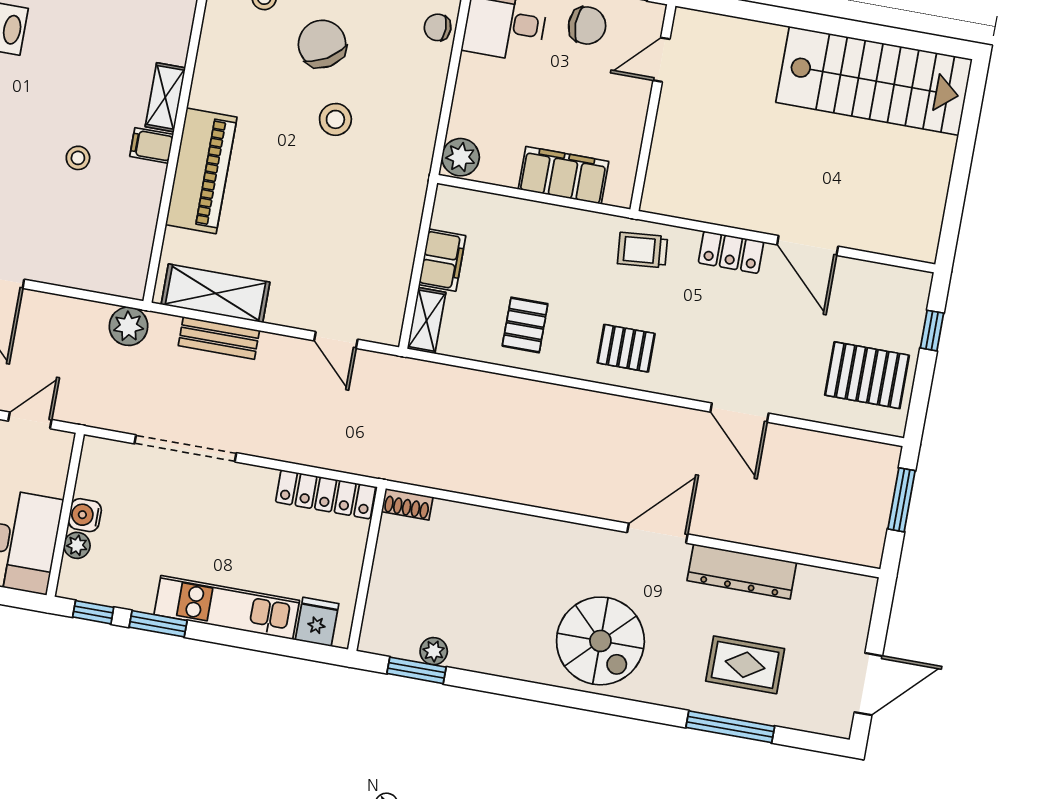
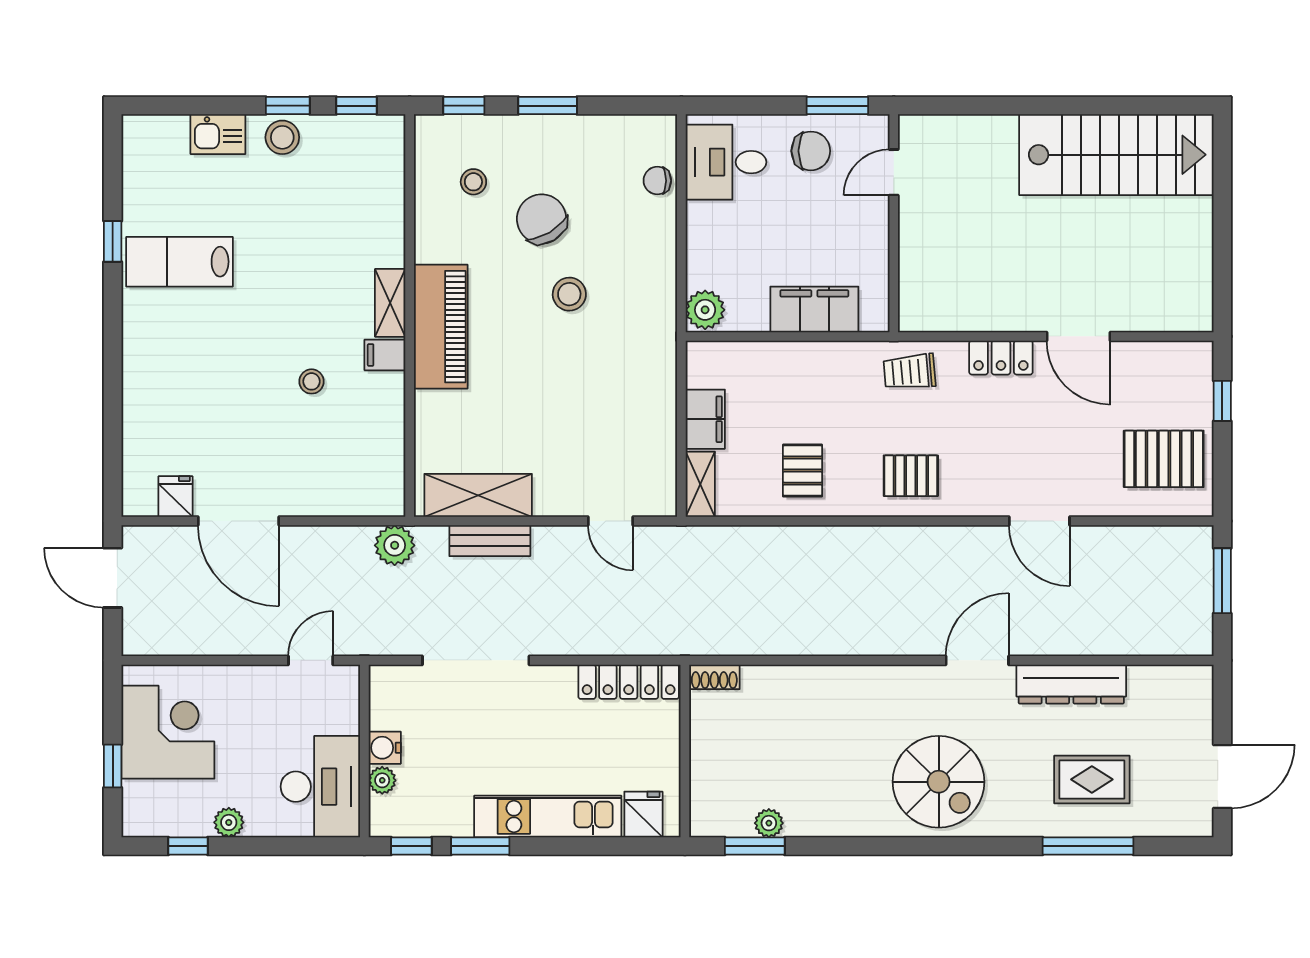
piano: (201, 171) -> (441, 327), moved

